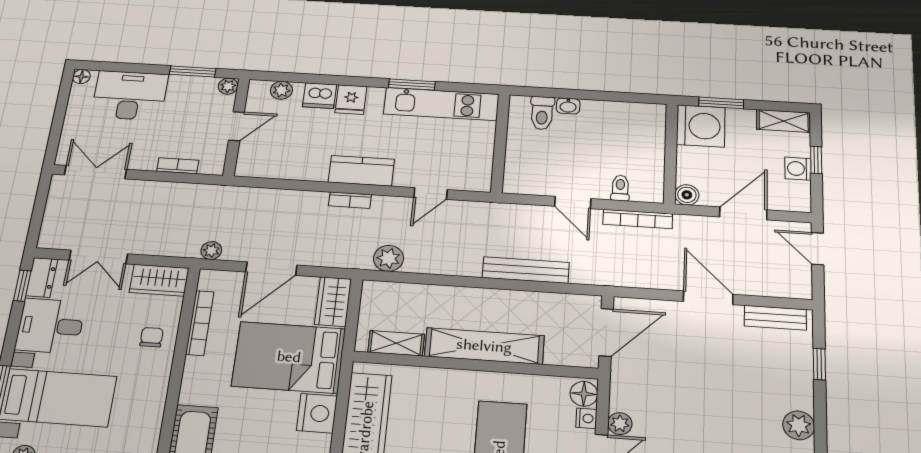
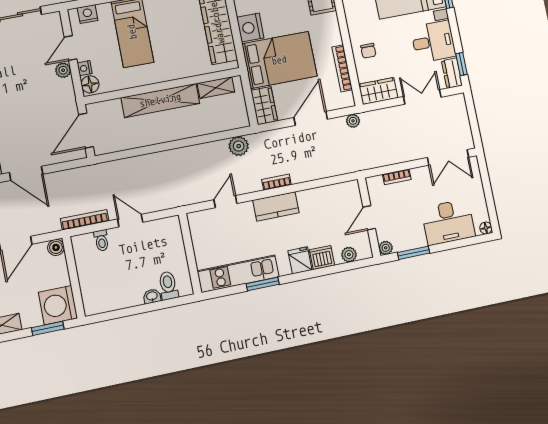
bench: (526, 270) -> (148, 162), removed

